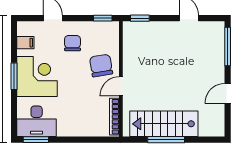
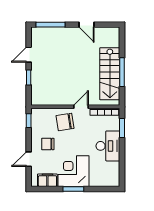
window: (140, 18) -> (29, 77), moved
filing cabinet: (25, 43) -> (47, 180), width x2.00
door: (121, 86) -> (81, 107), swing flipped
desk: (37, 121) -> (108, 146), moved
window: (36, 140) -> (122, 128), moved

